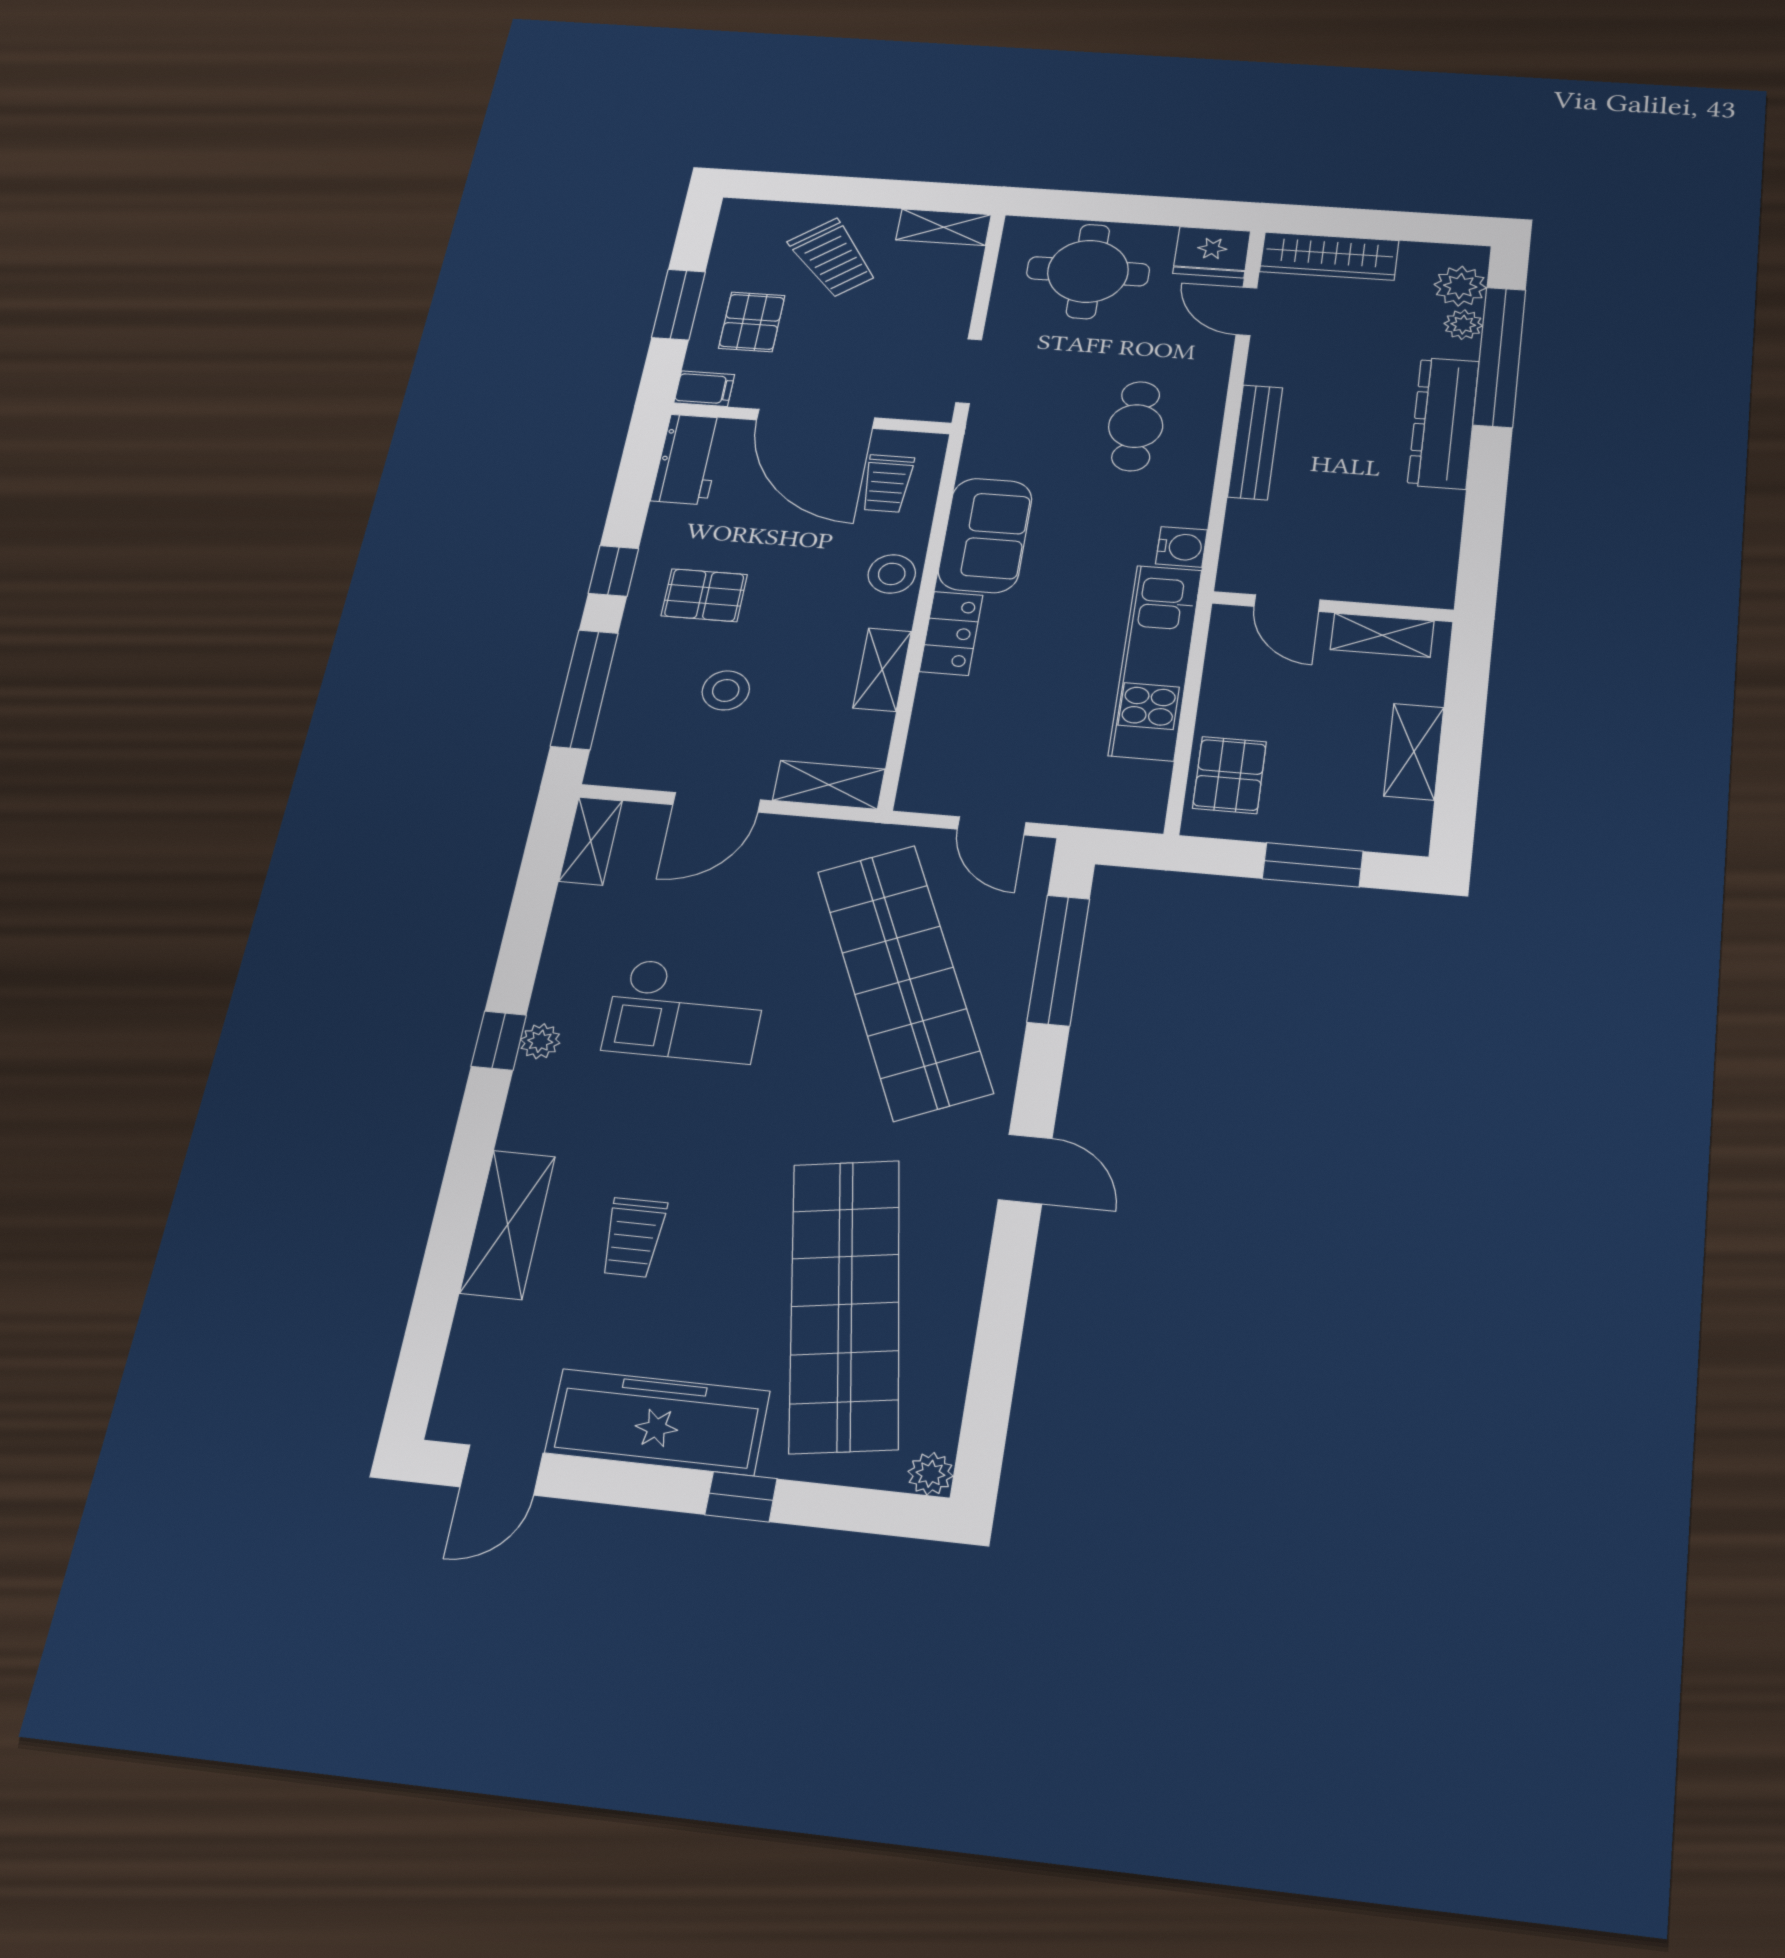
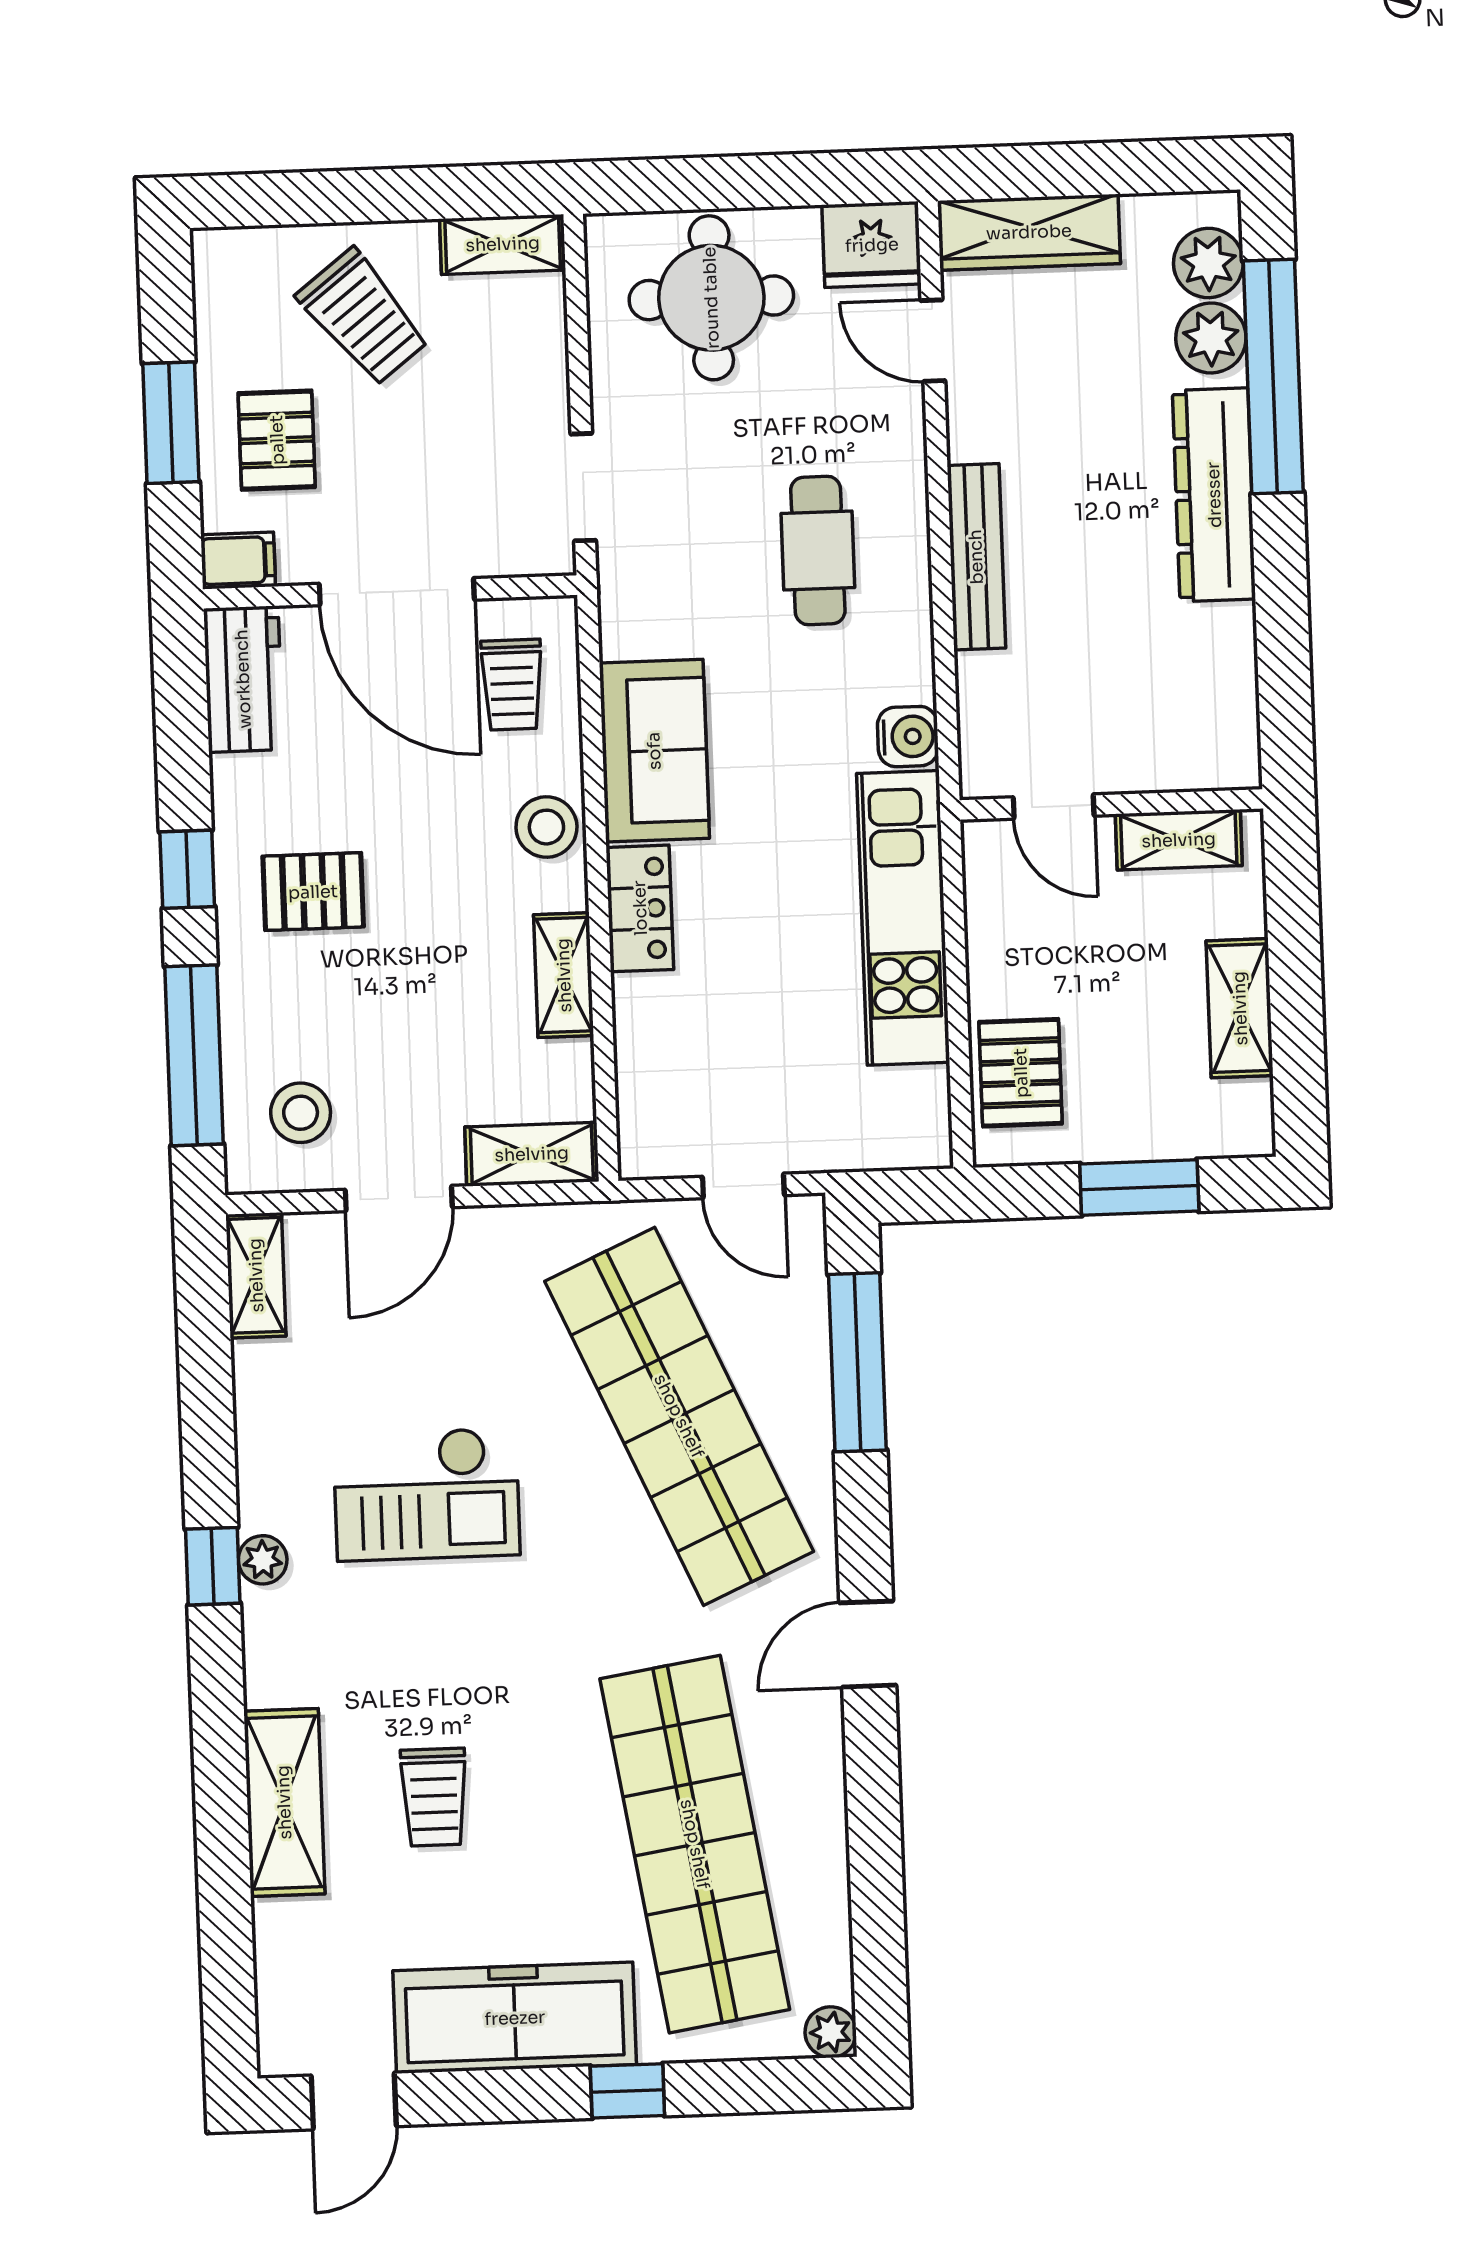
plant: (1463, 325) -> (1211, 338), width x1.38, depth x1.38
stool: (726, 690) -> (301, 1113), moved
door: (1025, 1169) -> (868, 1644), swing flipped

